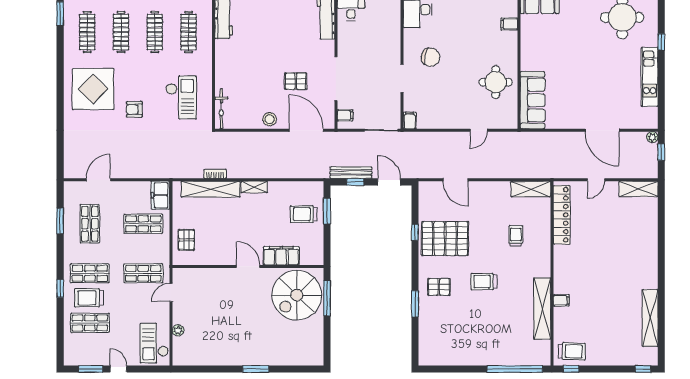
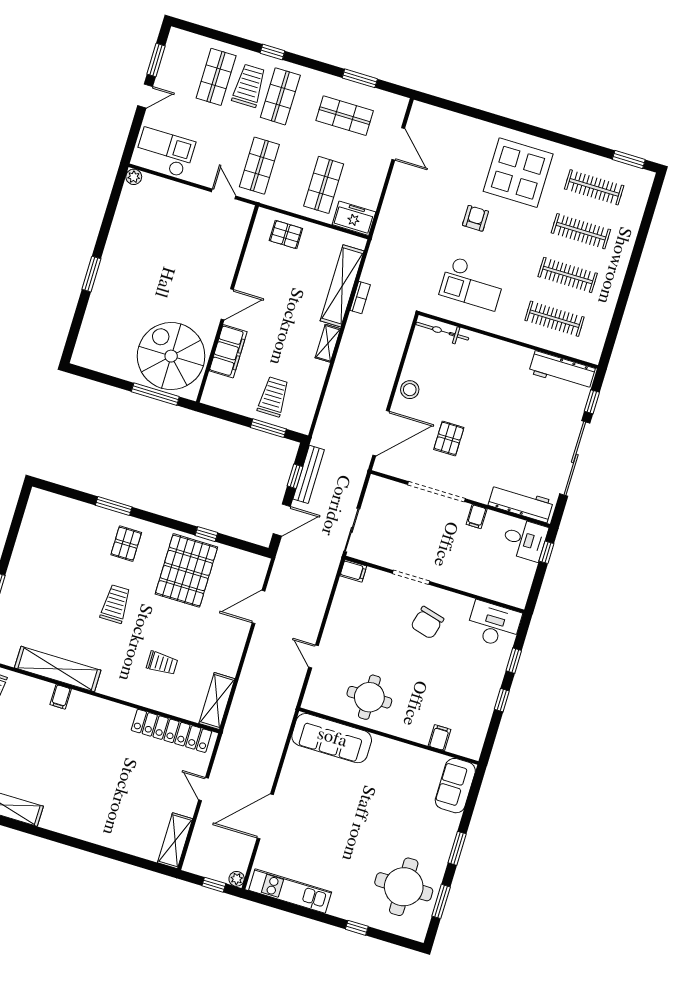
kitchen unit: (650, 77) -> (290, 891), moved
filing cabinet: (345, 115) -> (477, 517), moved
plant: (178, 330) -> (134, 177), moved

